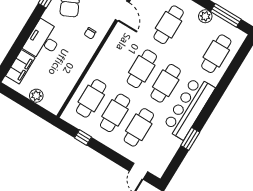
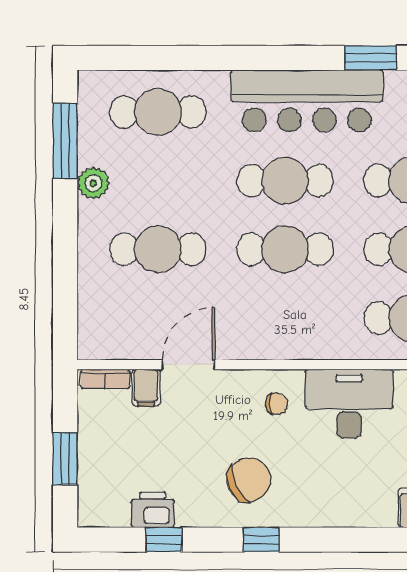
desk: (43, 41) -> (349, 404), moved, turned 180

